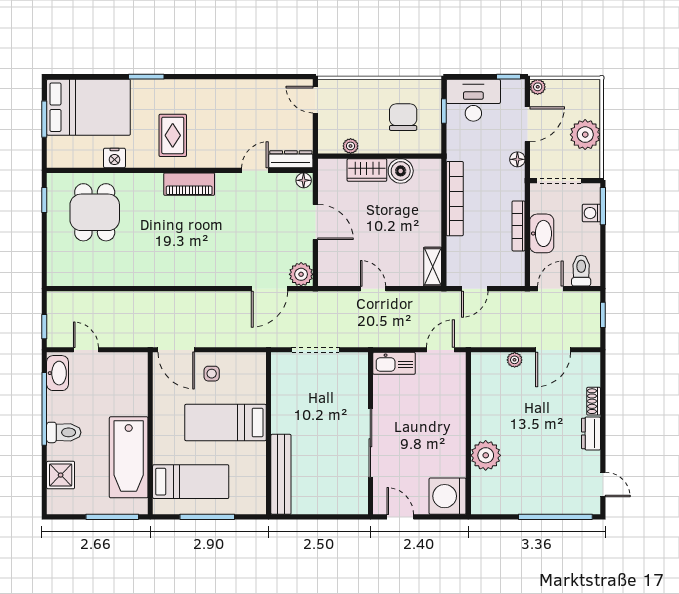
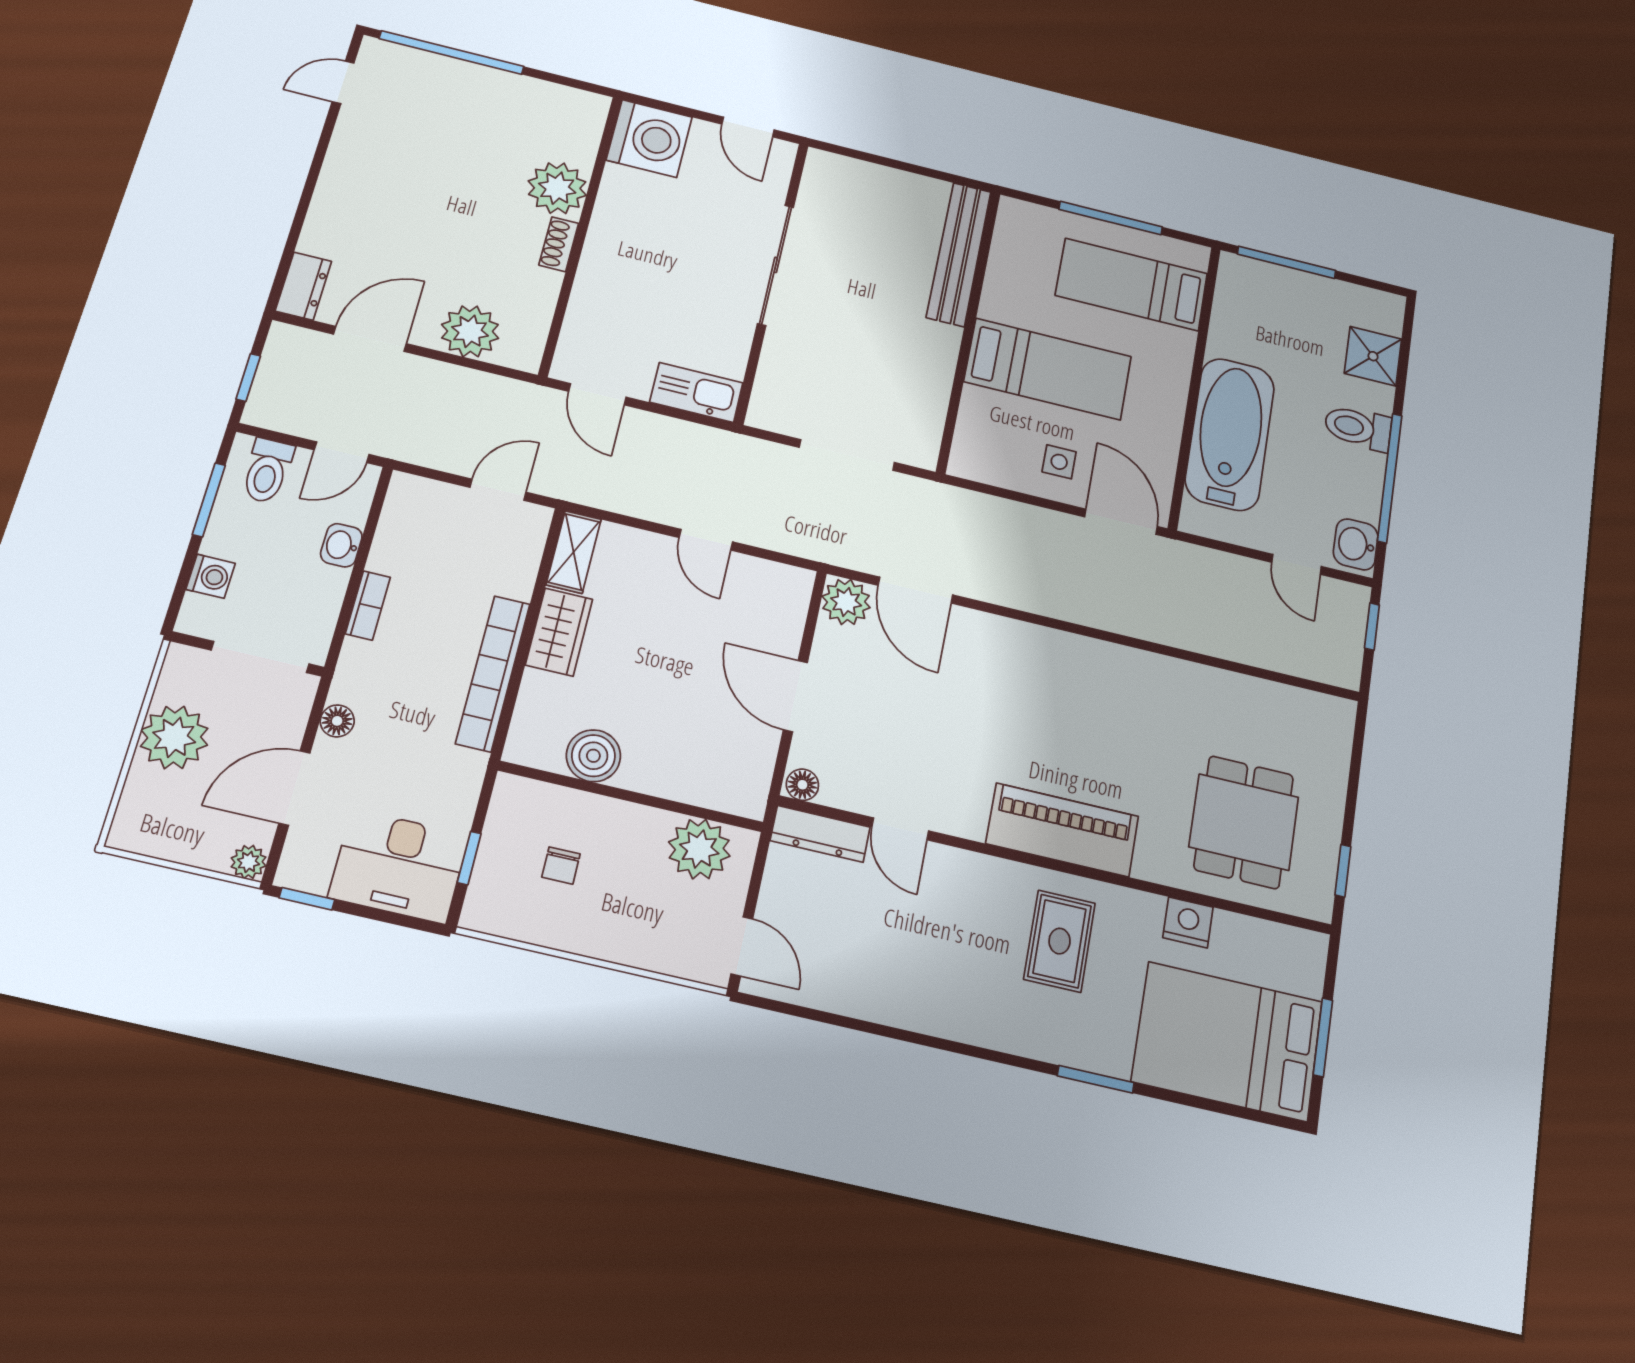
chair: (403, 117) -> (561, 866), width x0.54, depth x0.54
plant: (351, 146) -> (699, 849), width x1.87, depth x1.87
door: (255, 170) -> (900, 829), hinge flipped
wardrobe: (367, 170) -> (559, 632), moved, turned 90
piano: (189, 184) -> (1062, 830), width x1.37, depth x1.33
window: (603, 206) -> (209, 500), moved
bookcase: (519, 226) -> (368, 605), width x0.64
washbasin: (542, 233) -> (341, 545), width x0.52, depth x0.69
door: (269, 289) -> (915, 590), swing flipped
door: (440, 350) -> (597, 394), hinge flipped
plant: (515, 360) -> (470, 331), width x1.88, depth x1.88
washbasin: (58, 373) -> (1356, 544), width x0.72
shoe rack: (594, 401) -> (559, 244), moved, turned 180
dresser: (591, 433) -> (303, 286), moved
bathtub: (129, 457) -> (1230, 434), moved
door: (603, 485) -> (343, 82), hinge flipped

